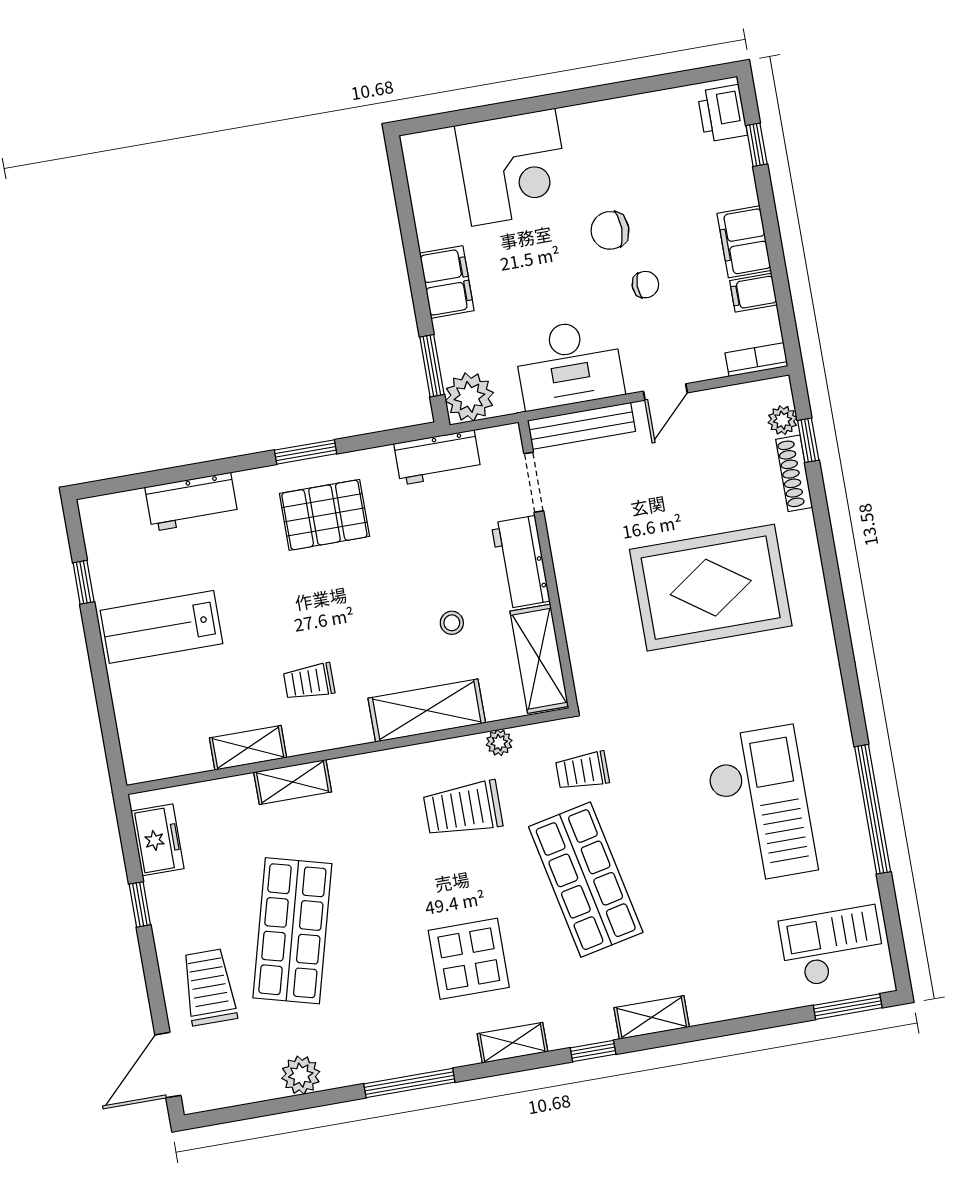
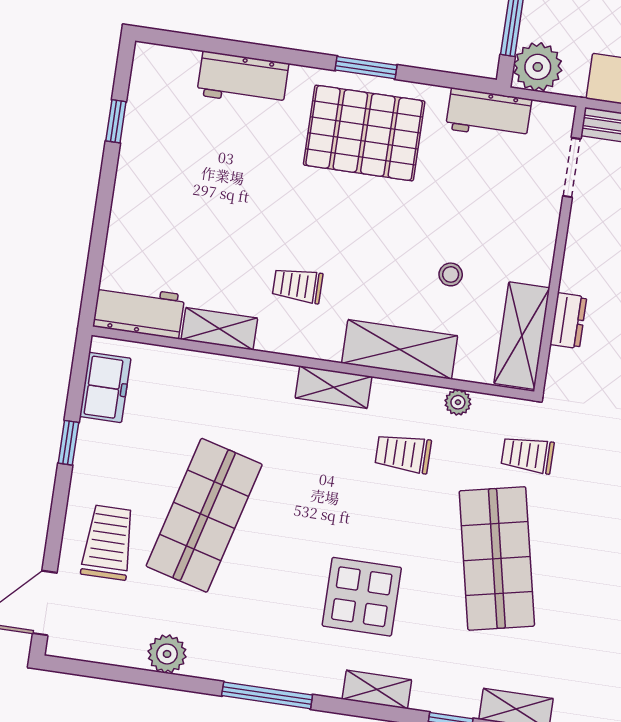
pallet: (324, 515) -> (364, 133), width x1.37, depth x1.41
workbench: (521, 562) -> (139, 311), moved, turned 90
lab bench: (162, 627) -> (176, 188), removed
dresser: (579, 630) -> (568, 321), added
shelving: (293, 782) -> (333, 387), moved
trolley: (463, 809) -> (403, 453), width x0.73, depth x0.72

